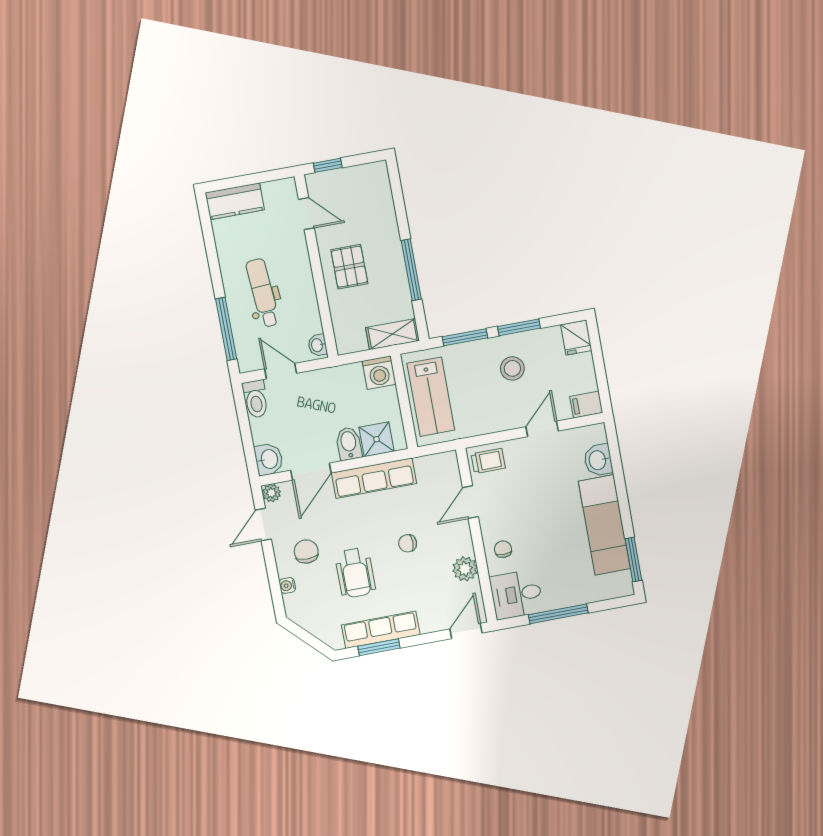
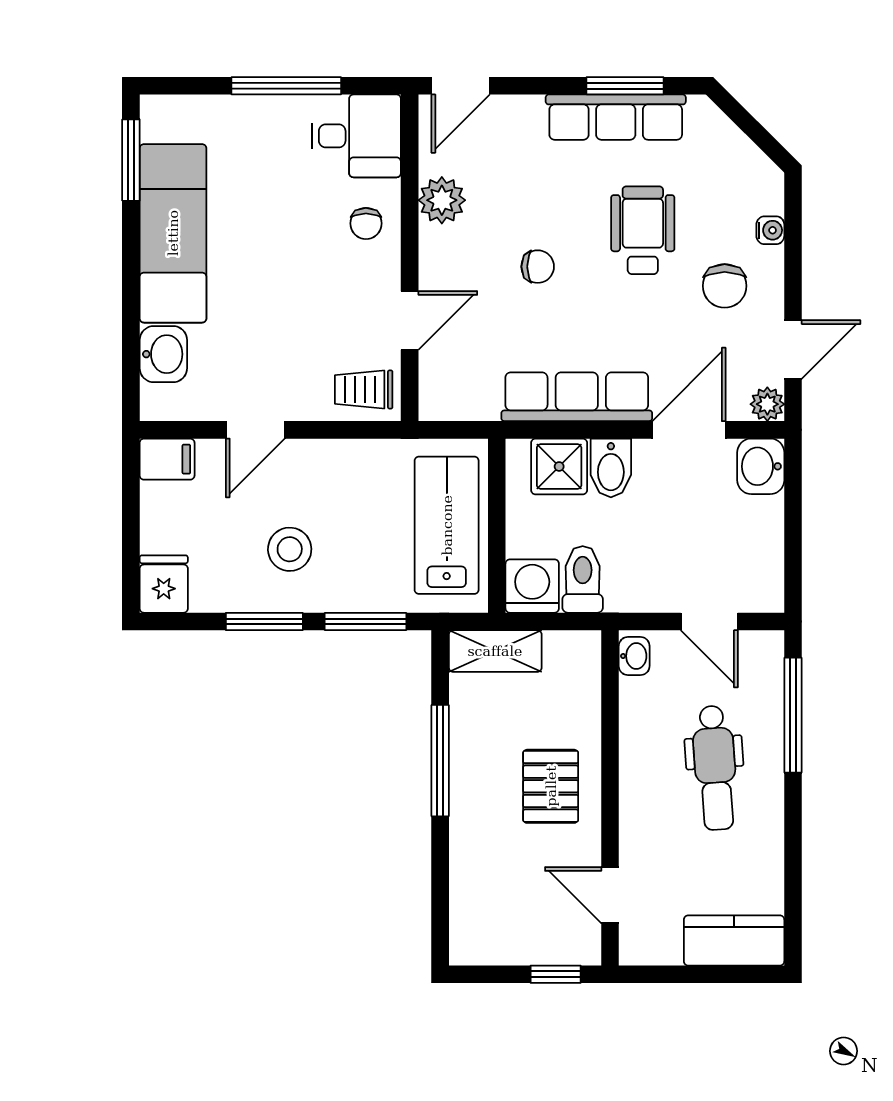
toilet: (256, 399) -> (583, 579), moved

